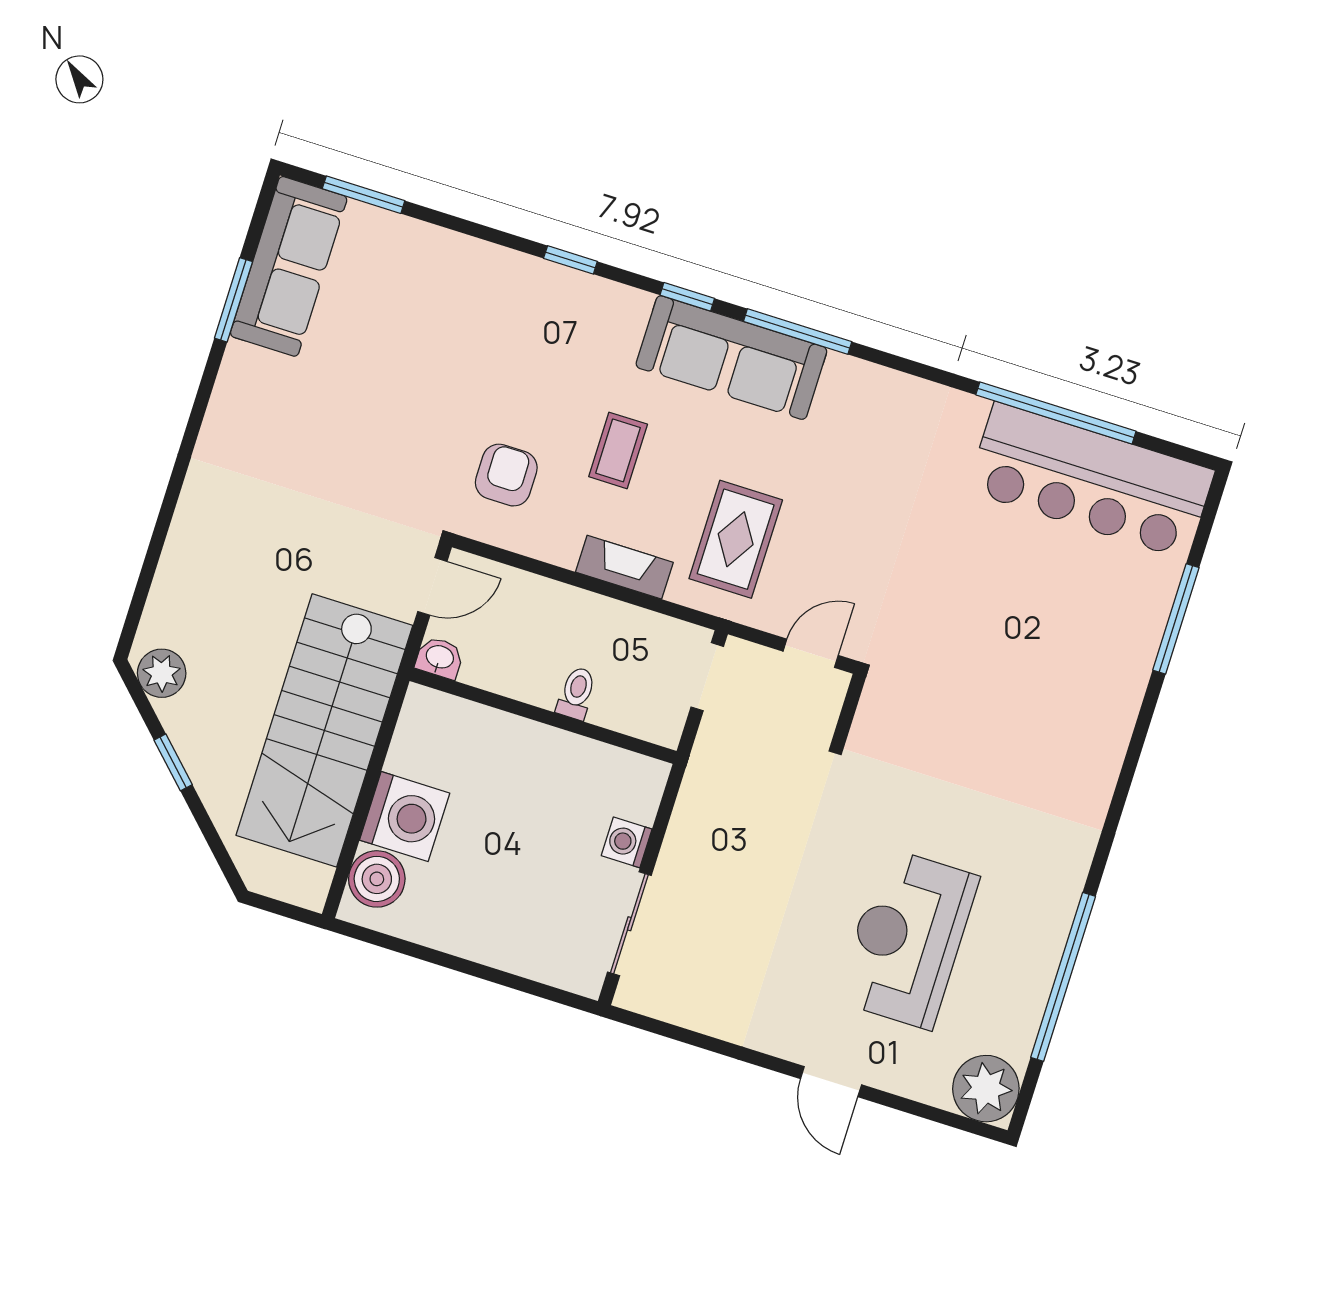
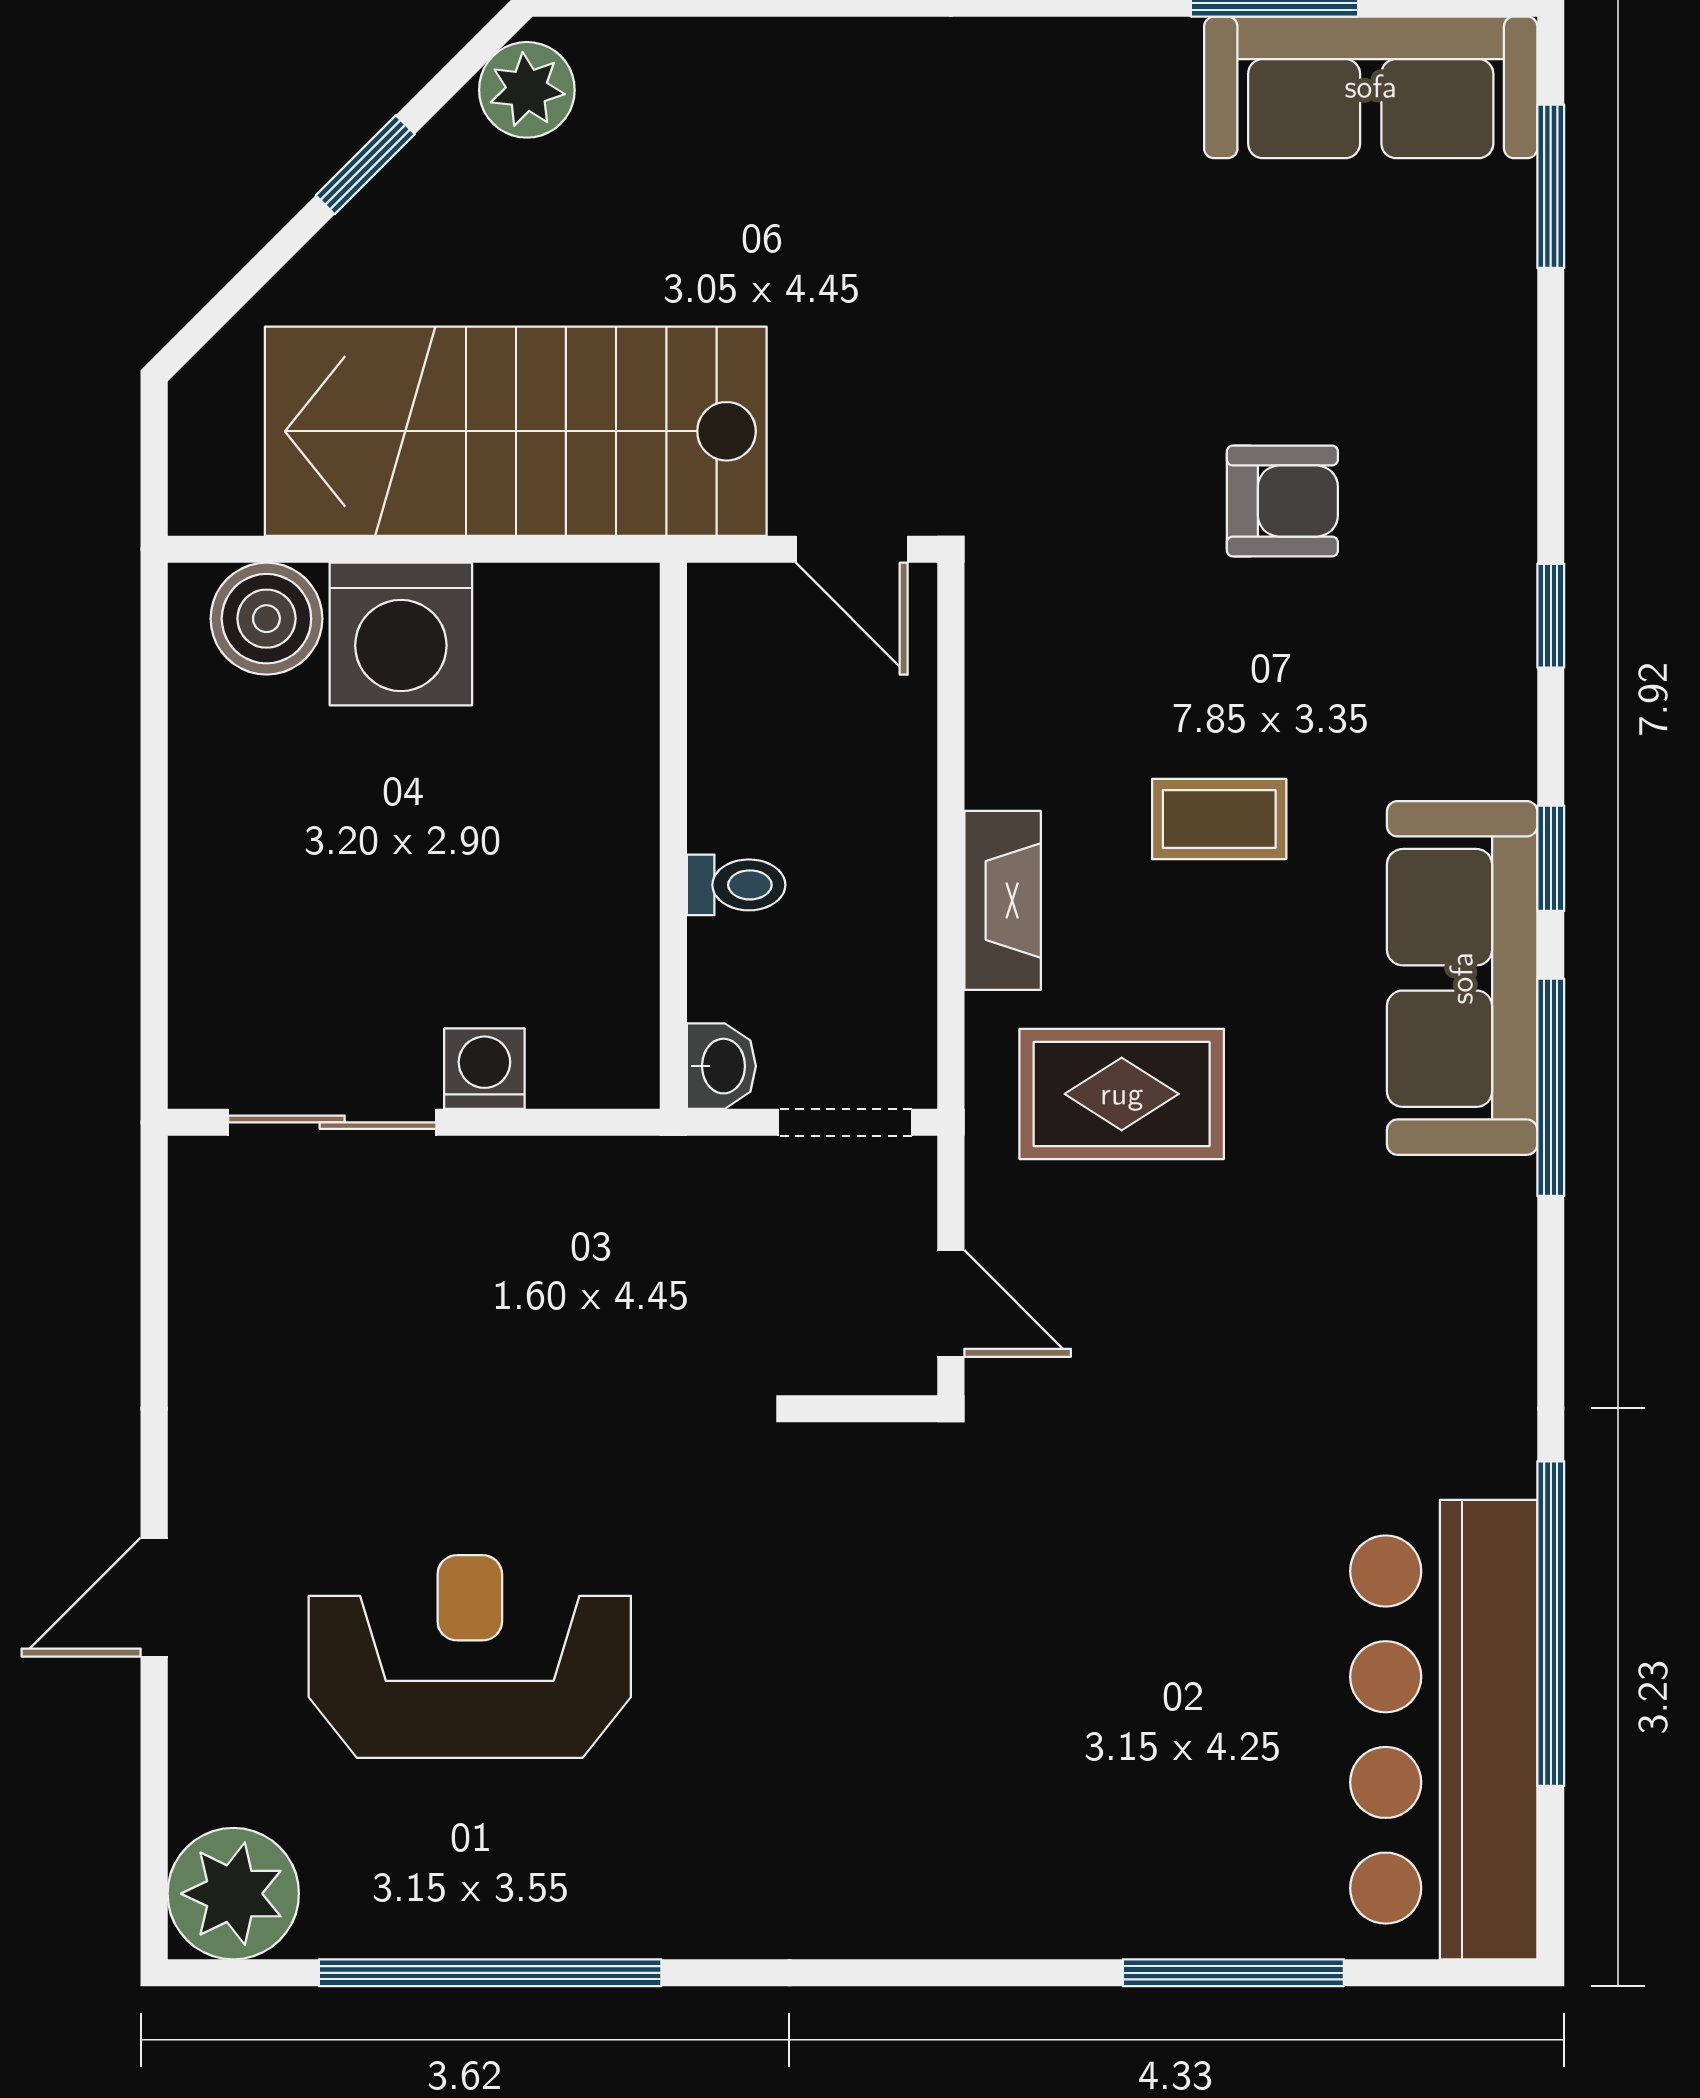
armchair: (506, 475) -> (1282, 501), moved
washbasin: (440, 658) -> (721, 1066), moved

